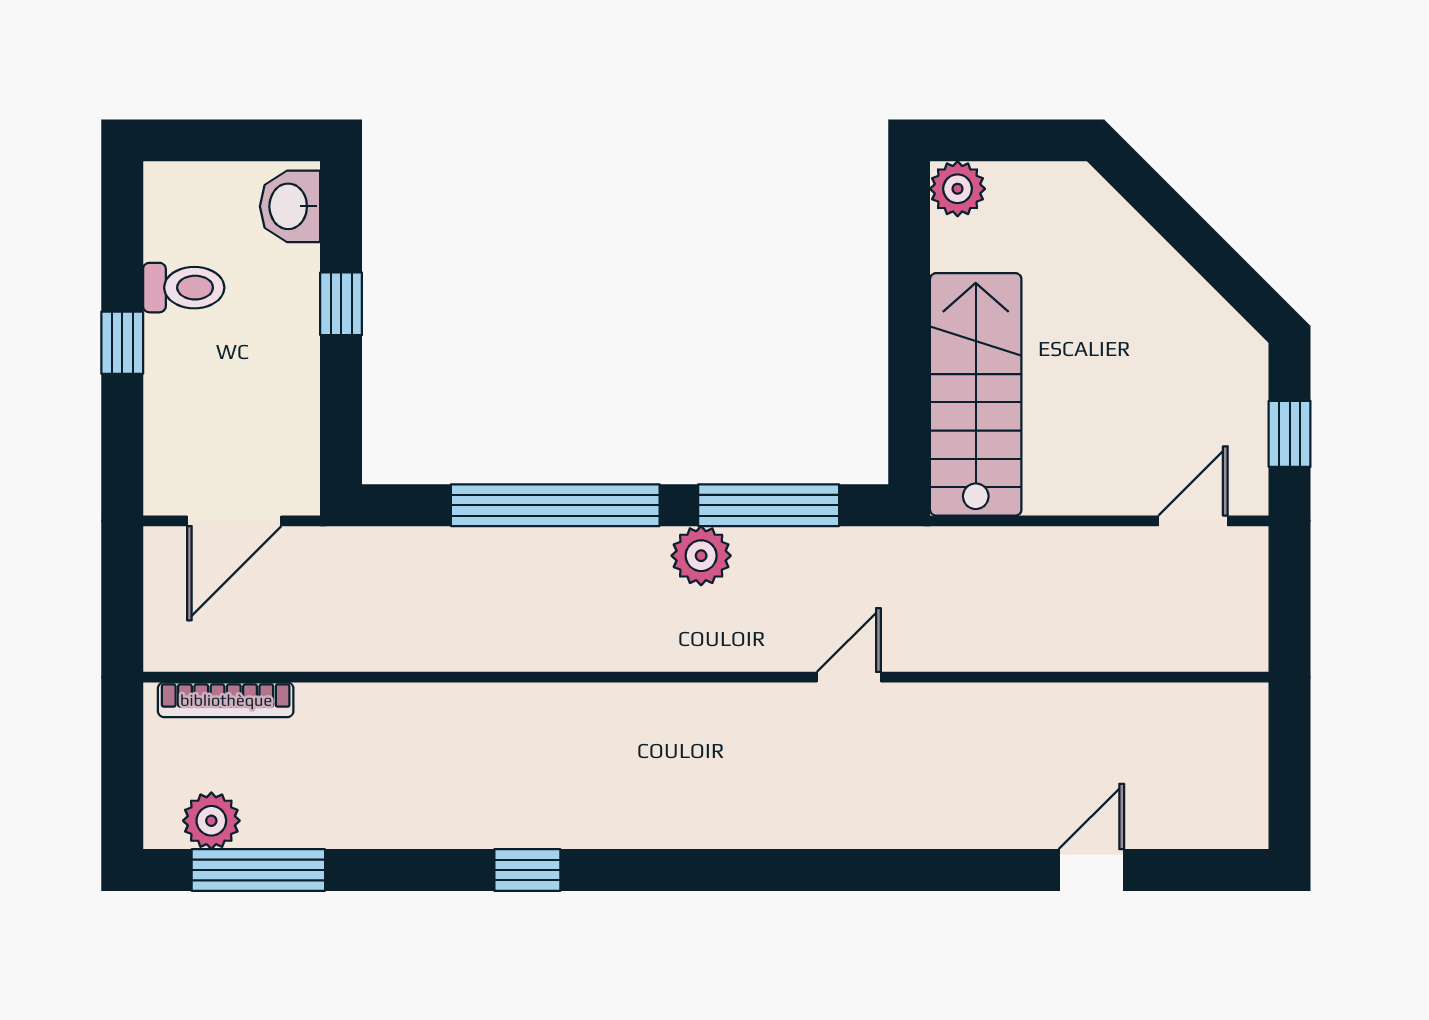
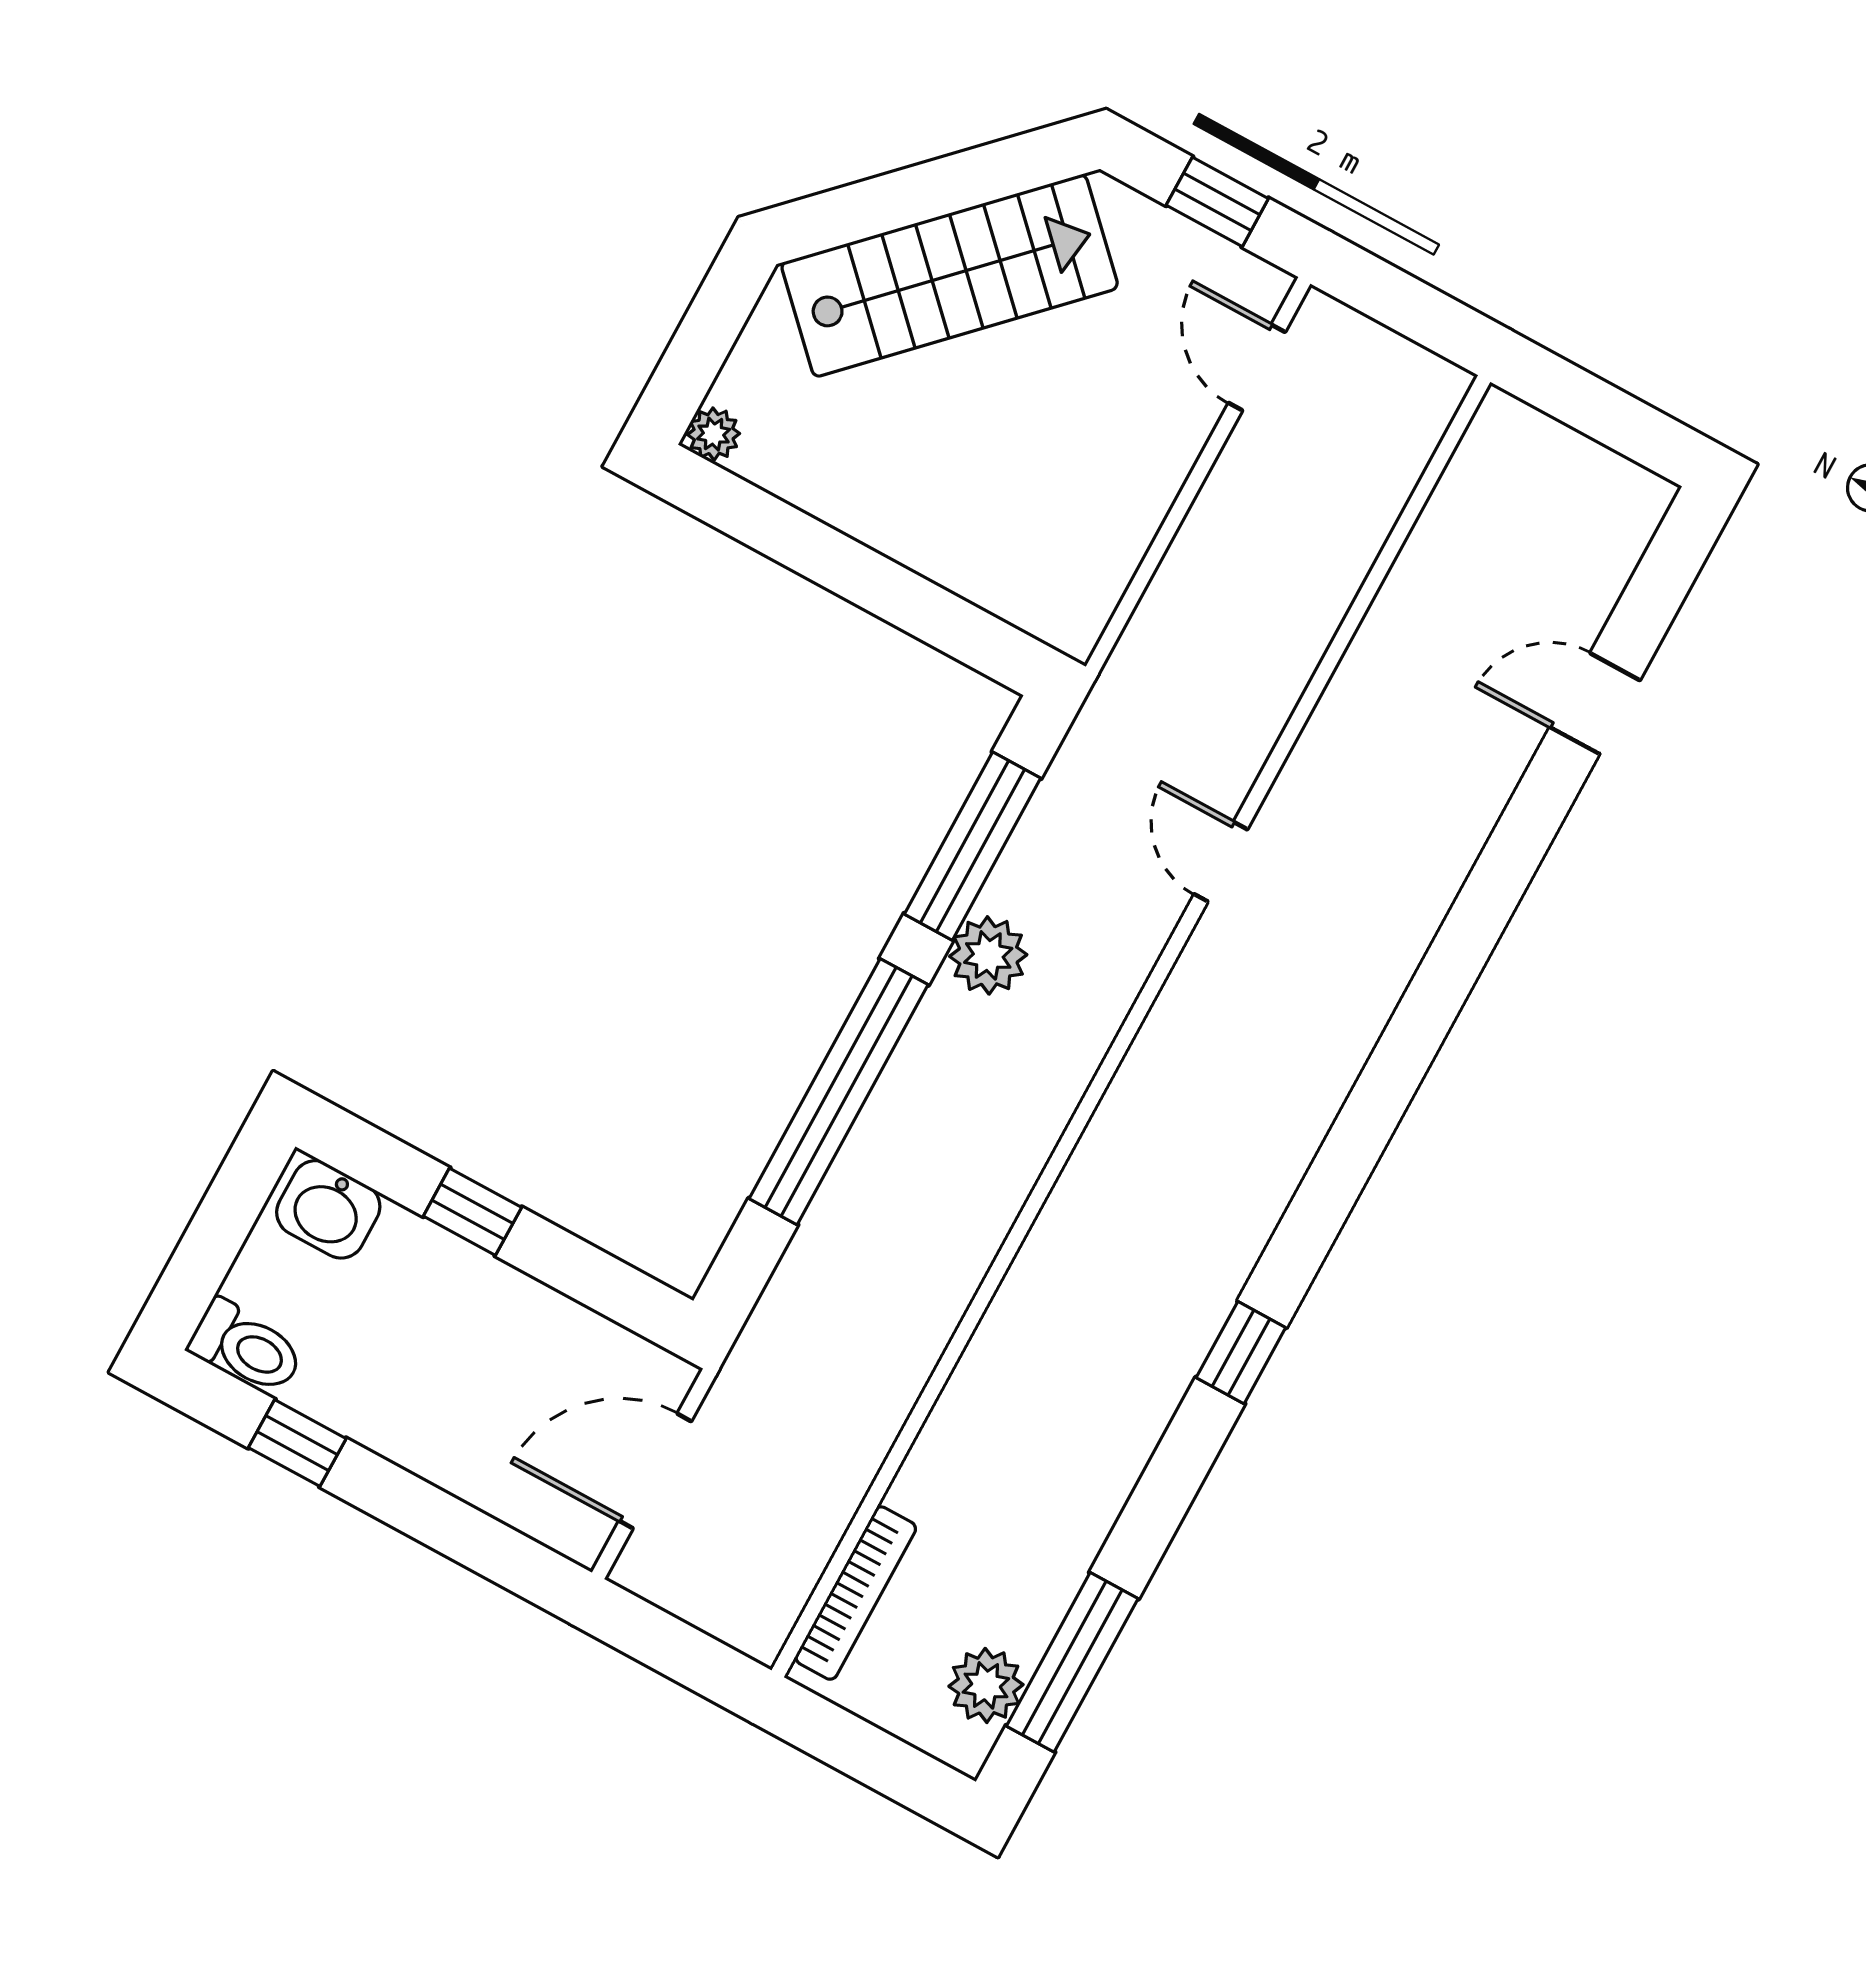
plant: (958, 189) -> (714, 434), width x0.73, depth x0.73
toilet: (184, 288) -> (246, 1347), moved, turned 90
window: (122, 343) -> (297, 1443), moved
stairs: (976, 394) -> (950, 276), moved, turned 135
door: (234, 521) -> (655, 1471), swing flipped
door: (1091, 870) -> (1595, 704), hinge flipped

